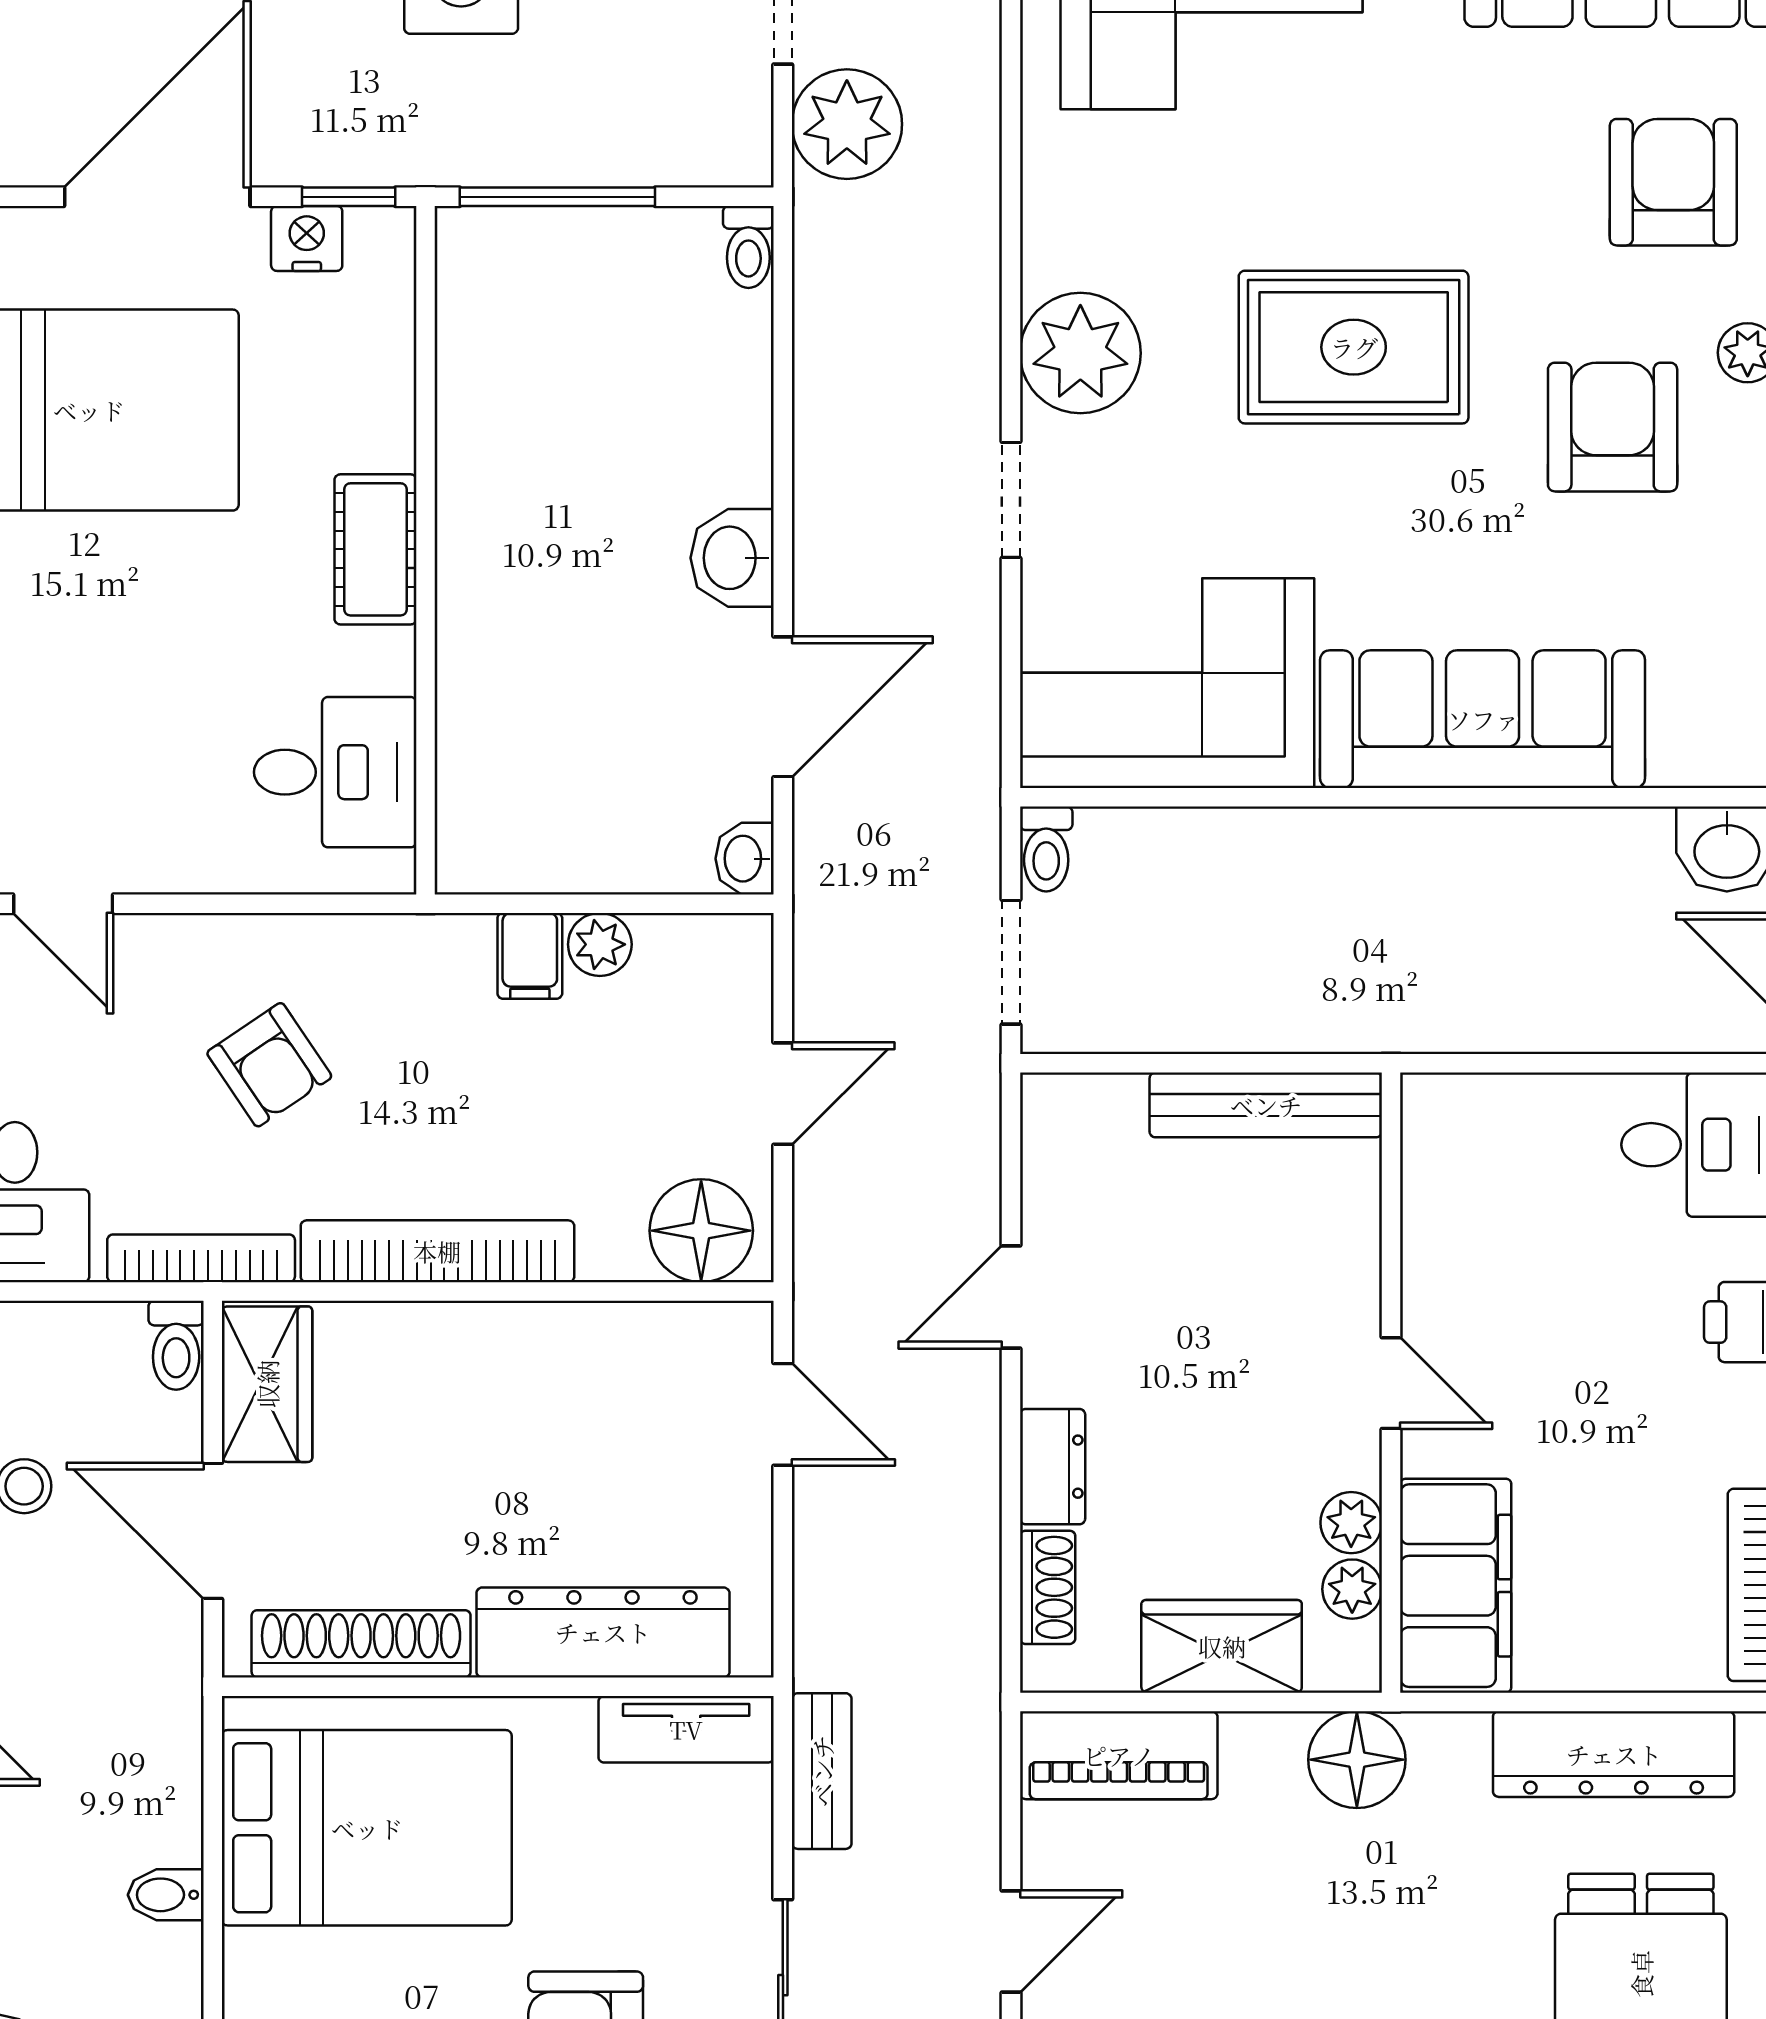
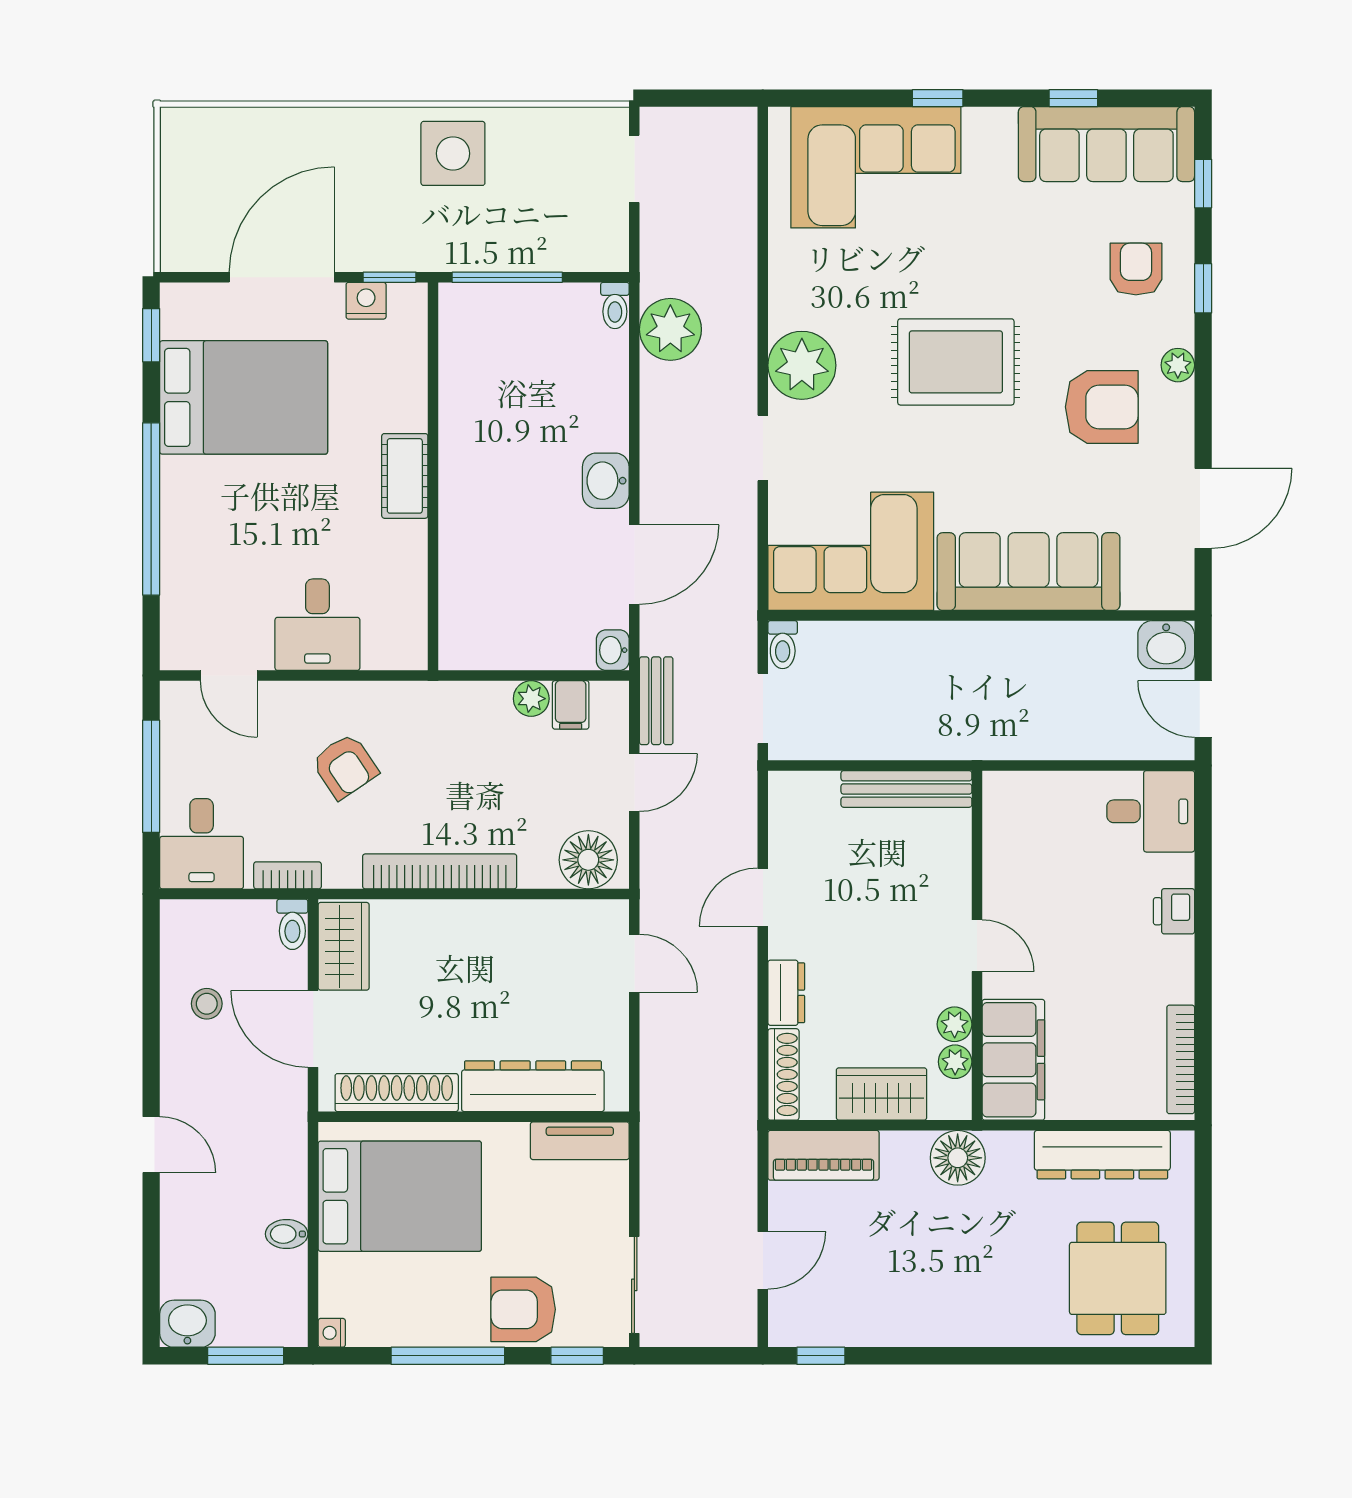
plant: (847, 124) -> (670, 329), moved
armchair: (1673, 182) -> (1136, 269), width x0.72, depth x0.72
armchair: (1613, 427) -> (1102, 407), turned 90
desk: (335, 772) -> (317, 625), moved, turned 90
filing cabinet: (530, 956) -> (571, 705), moved
bookcase: (201, 1258) -> (288, 875), width x0.64
shoe rack: (1048, 1587) -> (783, 1074), width x1.43
bench: (822, 1771) -> (656, 701), moved

